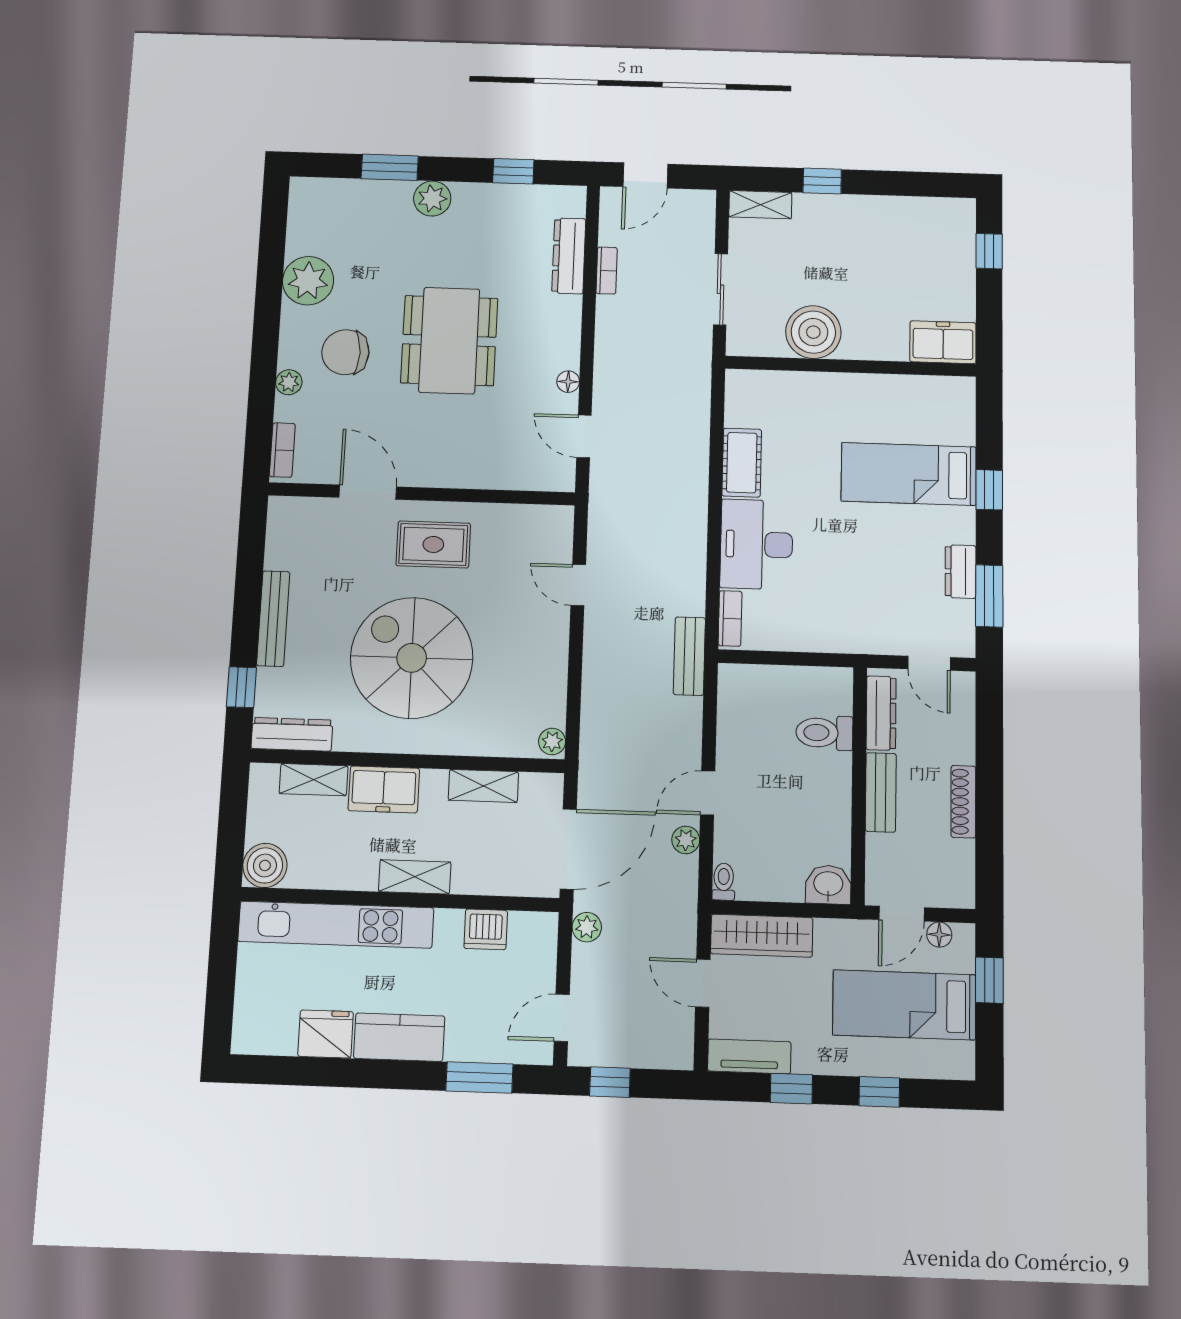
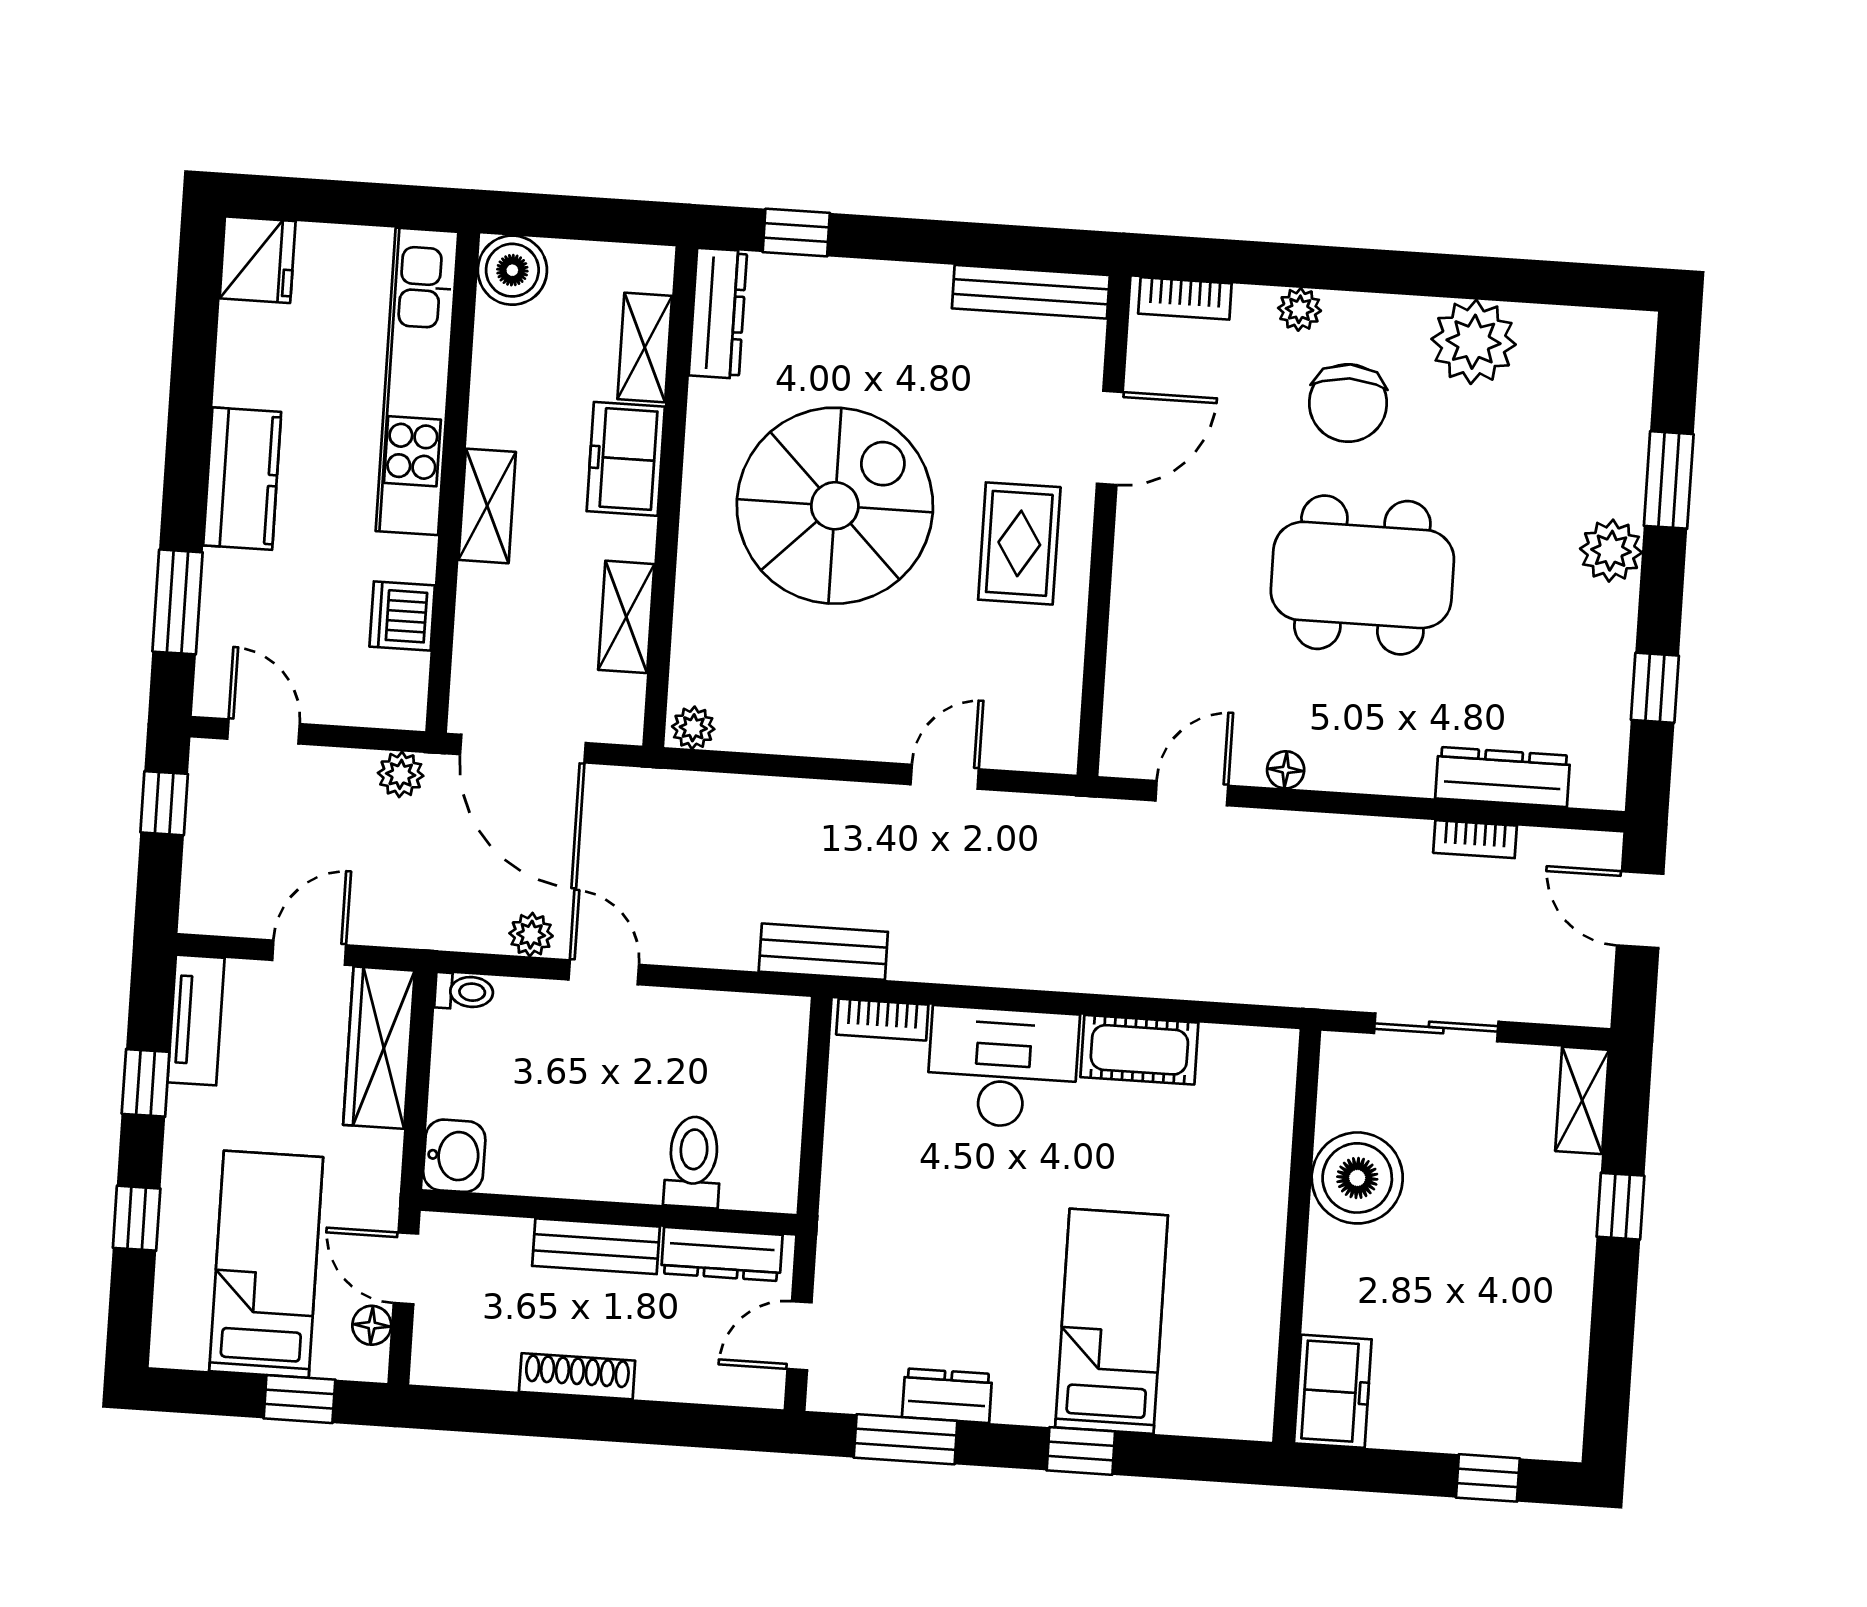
chair: (345, 352) -> (1348, 403), turned 180
bench: (273, 619) -> (1031, 292), moved
fridge: (326, 1034) -> (258, 260), moved

